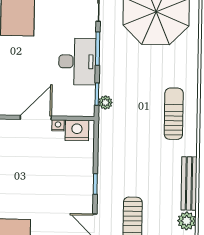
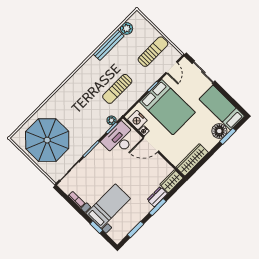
desk: (77, 62) -> (119, 139), moved
sun lounger: (174, 114) -> (117, 89), moved
bed: (57, 177) -> (167, 107), added

